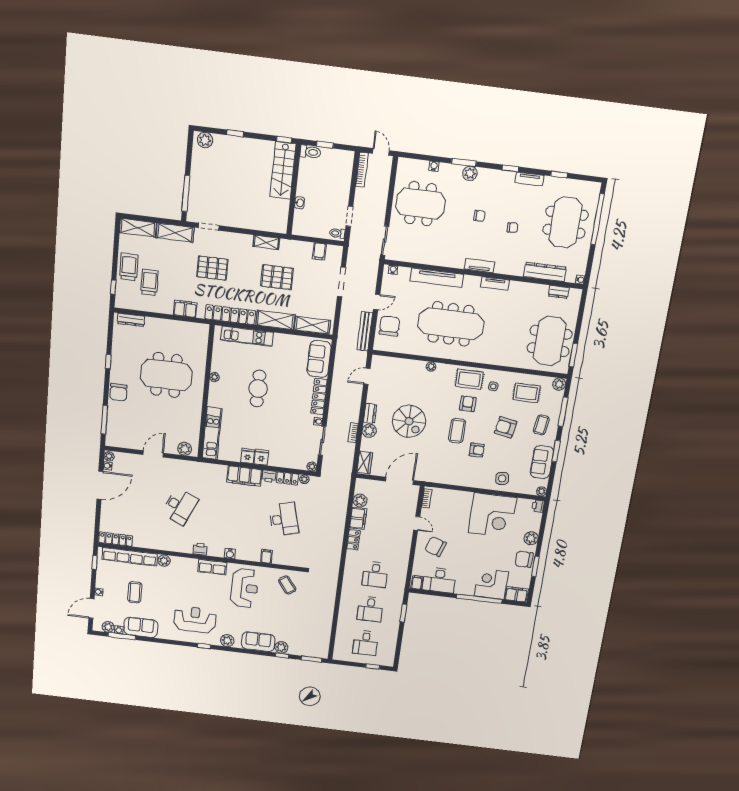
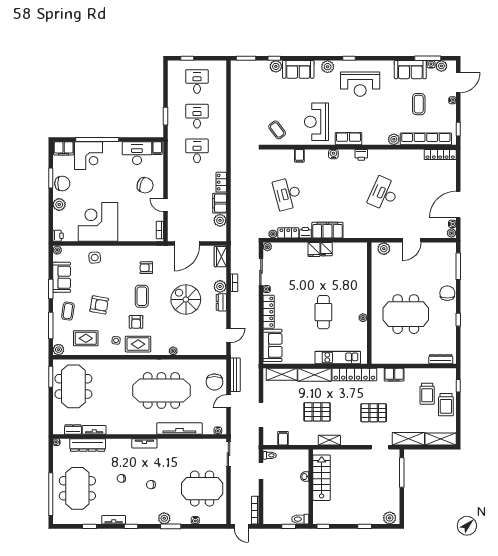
stairs: (283, 170) -> (322, 478), moved
tv unit: (495, 284) -> (94, 430), moved
kitchen unit: (212, 433) -> (360, 266), removed
armchair: (477, 450) -> (146, 268), moved

